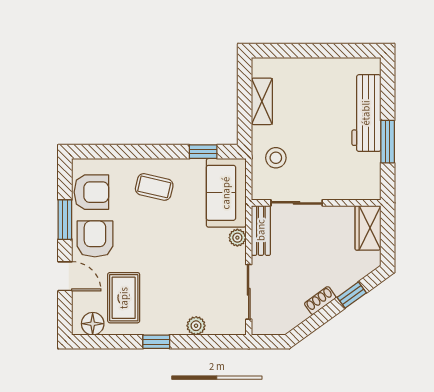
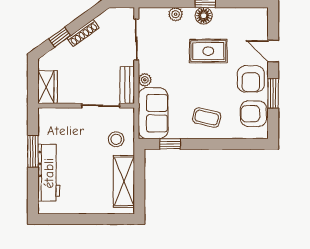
shelving: (262, 101) -> (124, 181), width x1.50, depth x1.33
rug: (124, 298) -> (208, 51), moved, turned 90
shoe rack: (320, 301) -> (83, 33), width x1.43
floor lamp: (93, 324) -> (204, 16), moved

